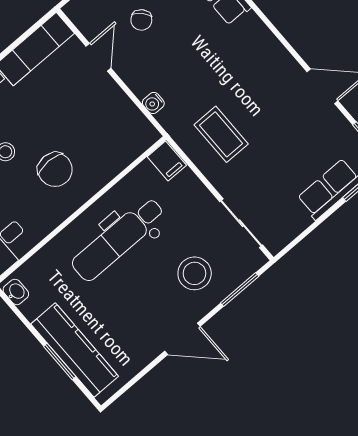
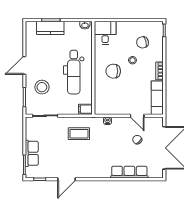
dental chair: (118, 239) -> (74, 72), turned 180
kitchen counter: (75, 350) -> (50, 28), width x0.67

